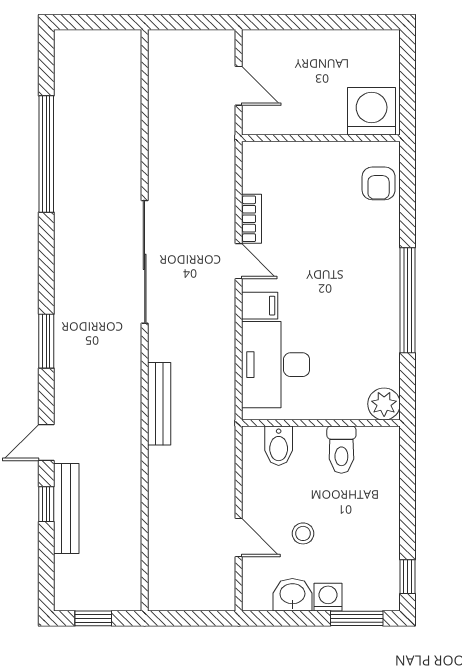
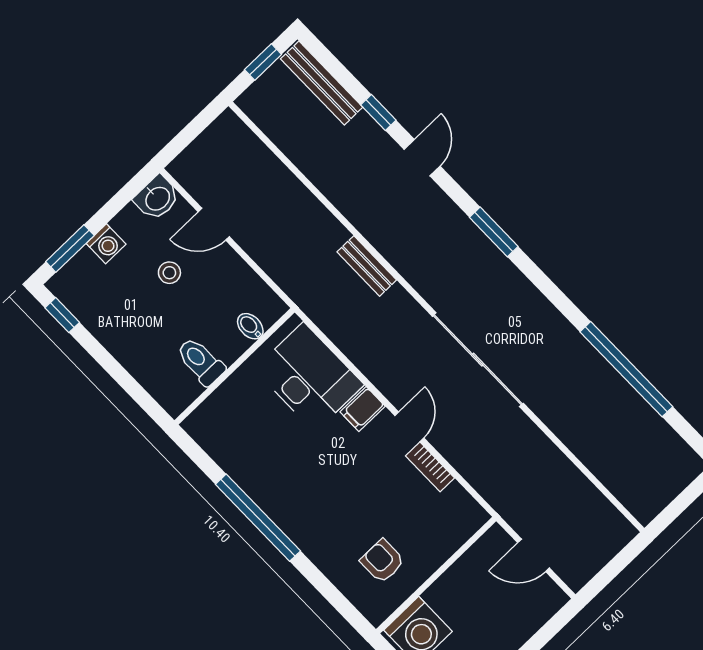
armchair: (379, 183) -> (382, 561), moved
door: (239, 261) -> (409, 427), swing flipped
bench: (159, 404) -> (367, 266), width x0.73
plant: (384, 404) -> (202, 425), removed
bidet: (279, 446) -> (250, 326), width x0.72, depth x0.74
bench: (66, 508) -> (322, 83), moved
washbasin: (292, 595) -> (157, 198), moved

